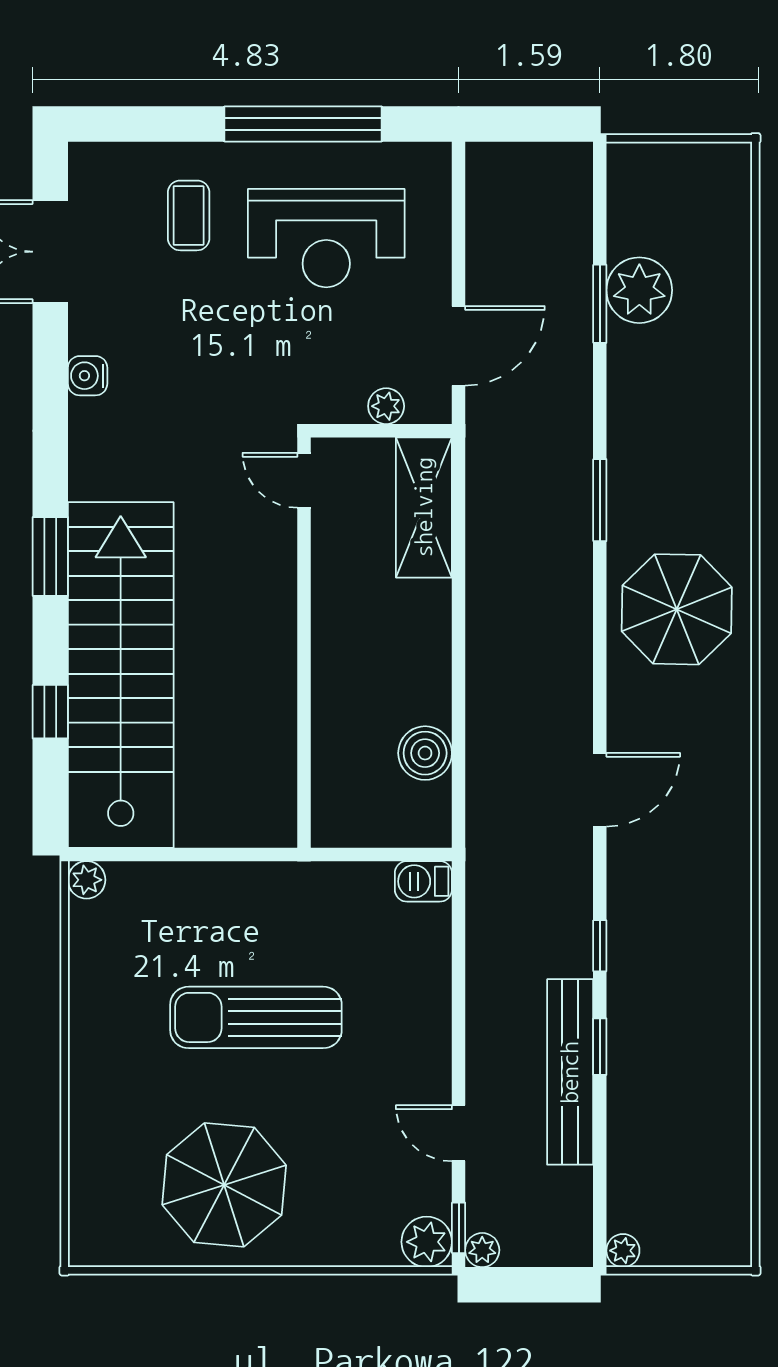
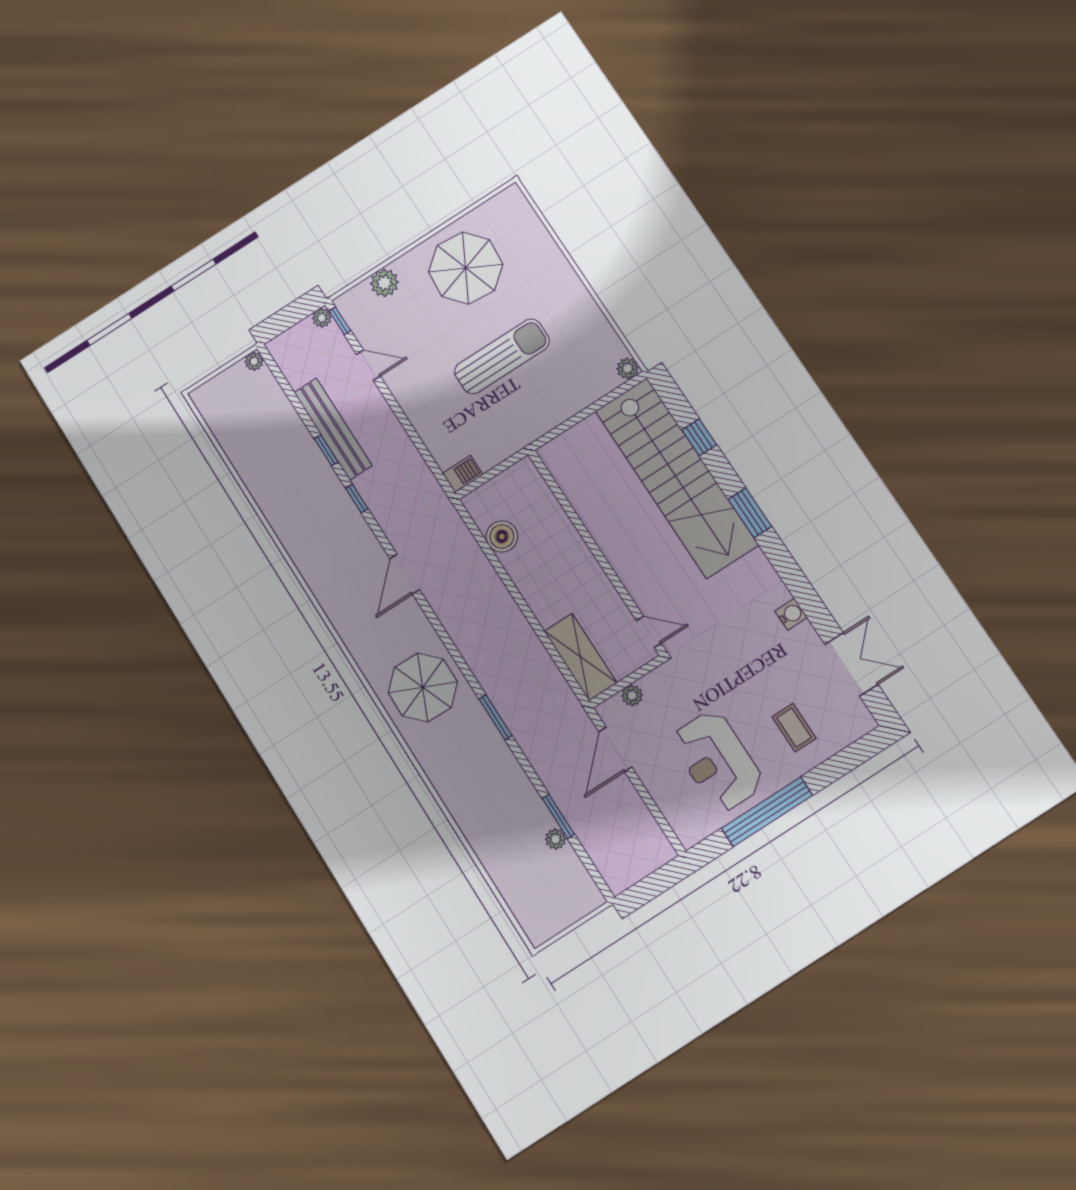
reception desk: (326, 238) -> (717, 761), turned -90
plant: (639, 290) -> (556, 839), width x0.53, depth x0.53
plant: (427, 1242) -> (384, 283), moved

